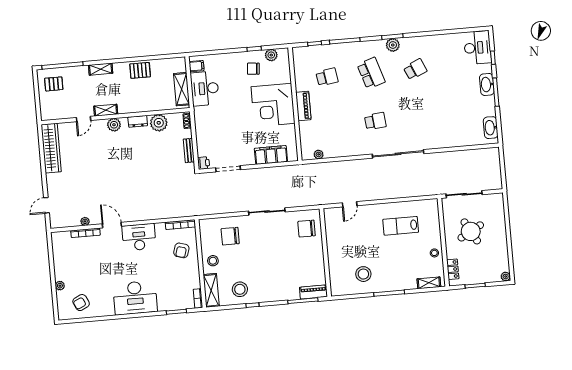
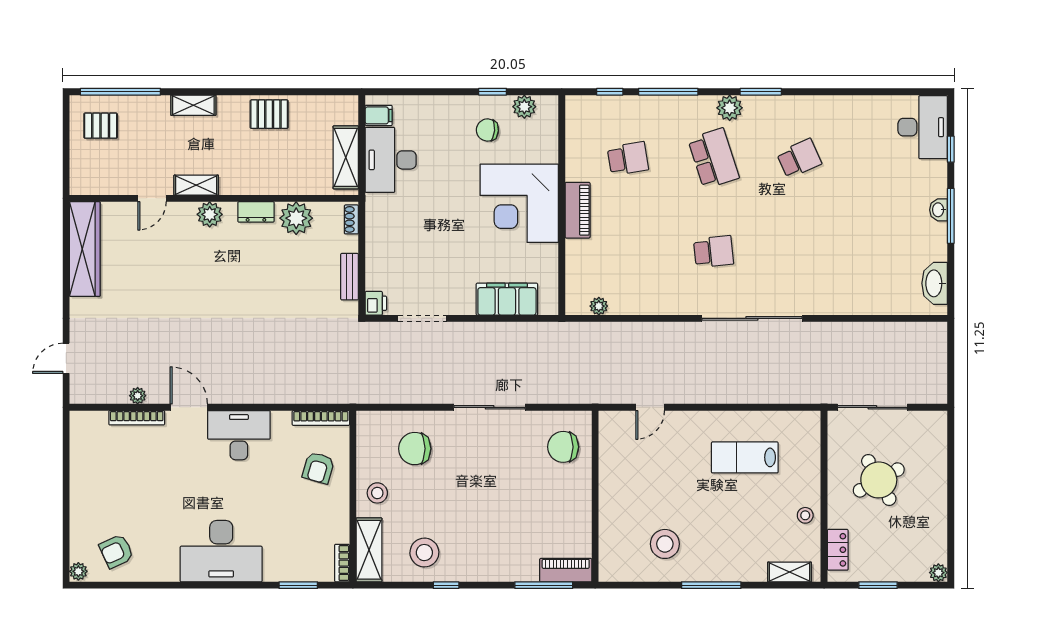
plant: (393, 45) -> (730, 108), moved
washbasin: (487, 84) -> (939, 210), width x0.52, depth x0.69
plant: (60, 286) -> (78, 571), moved

